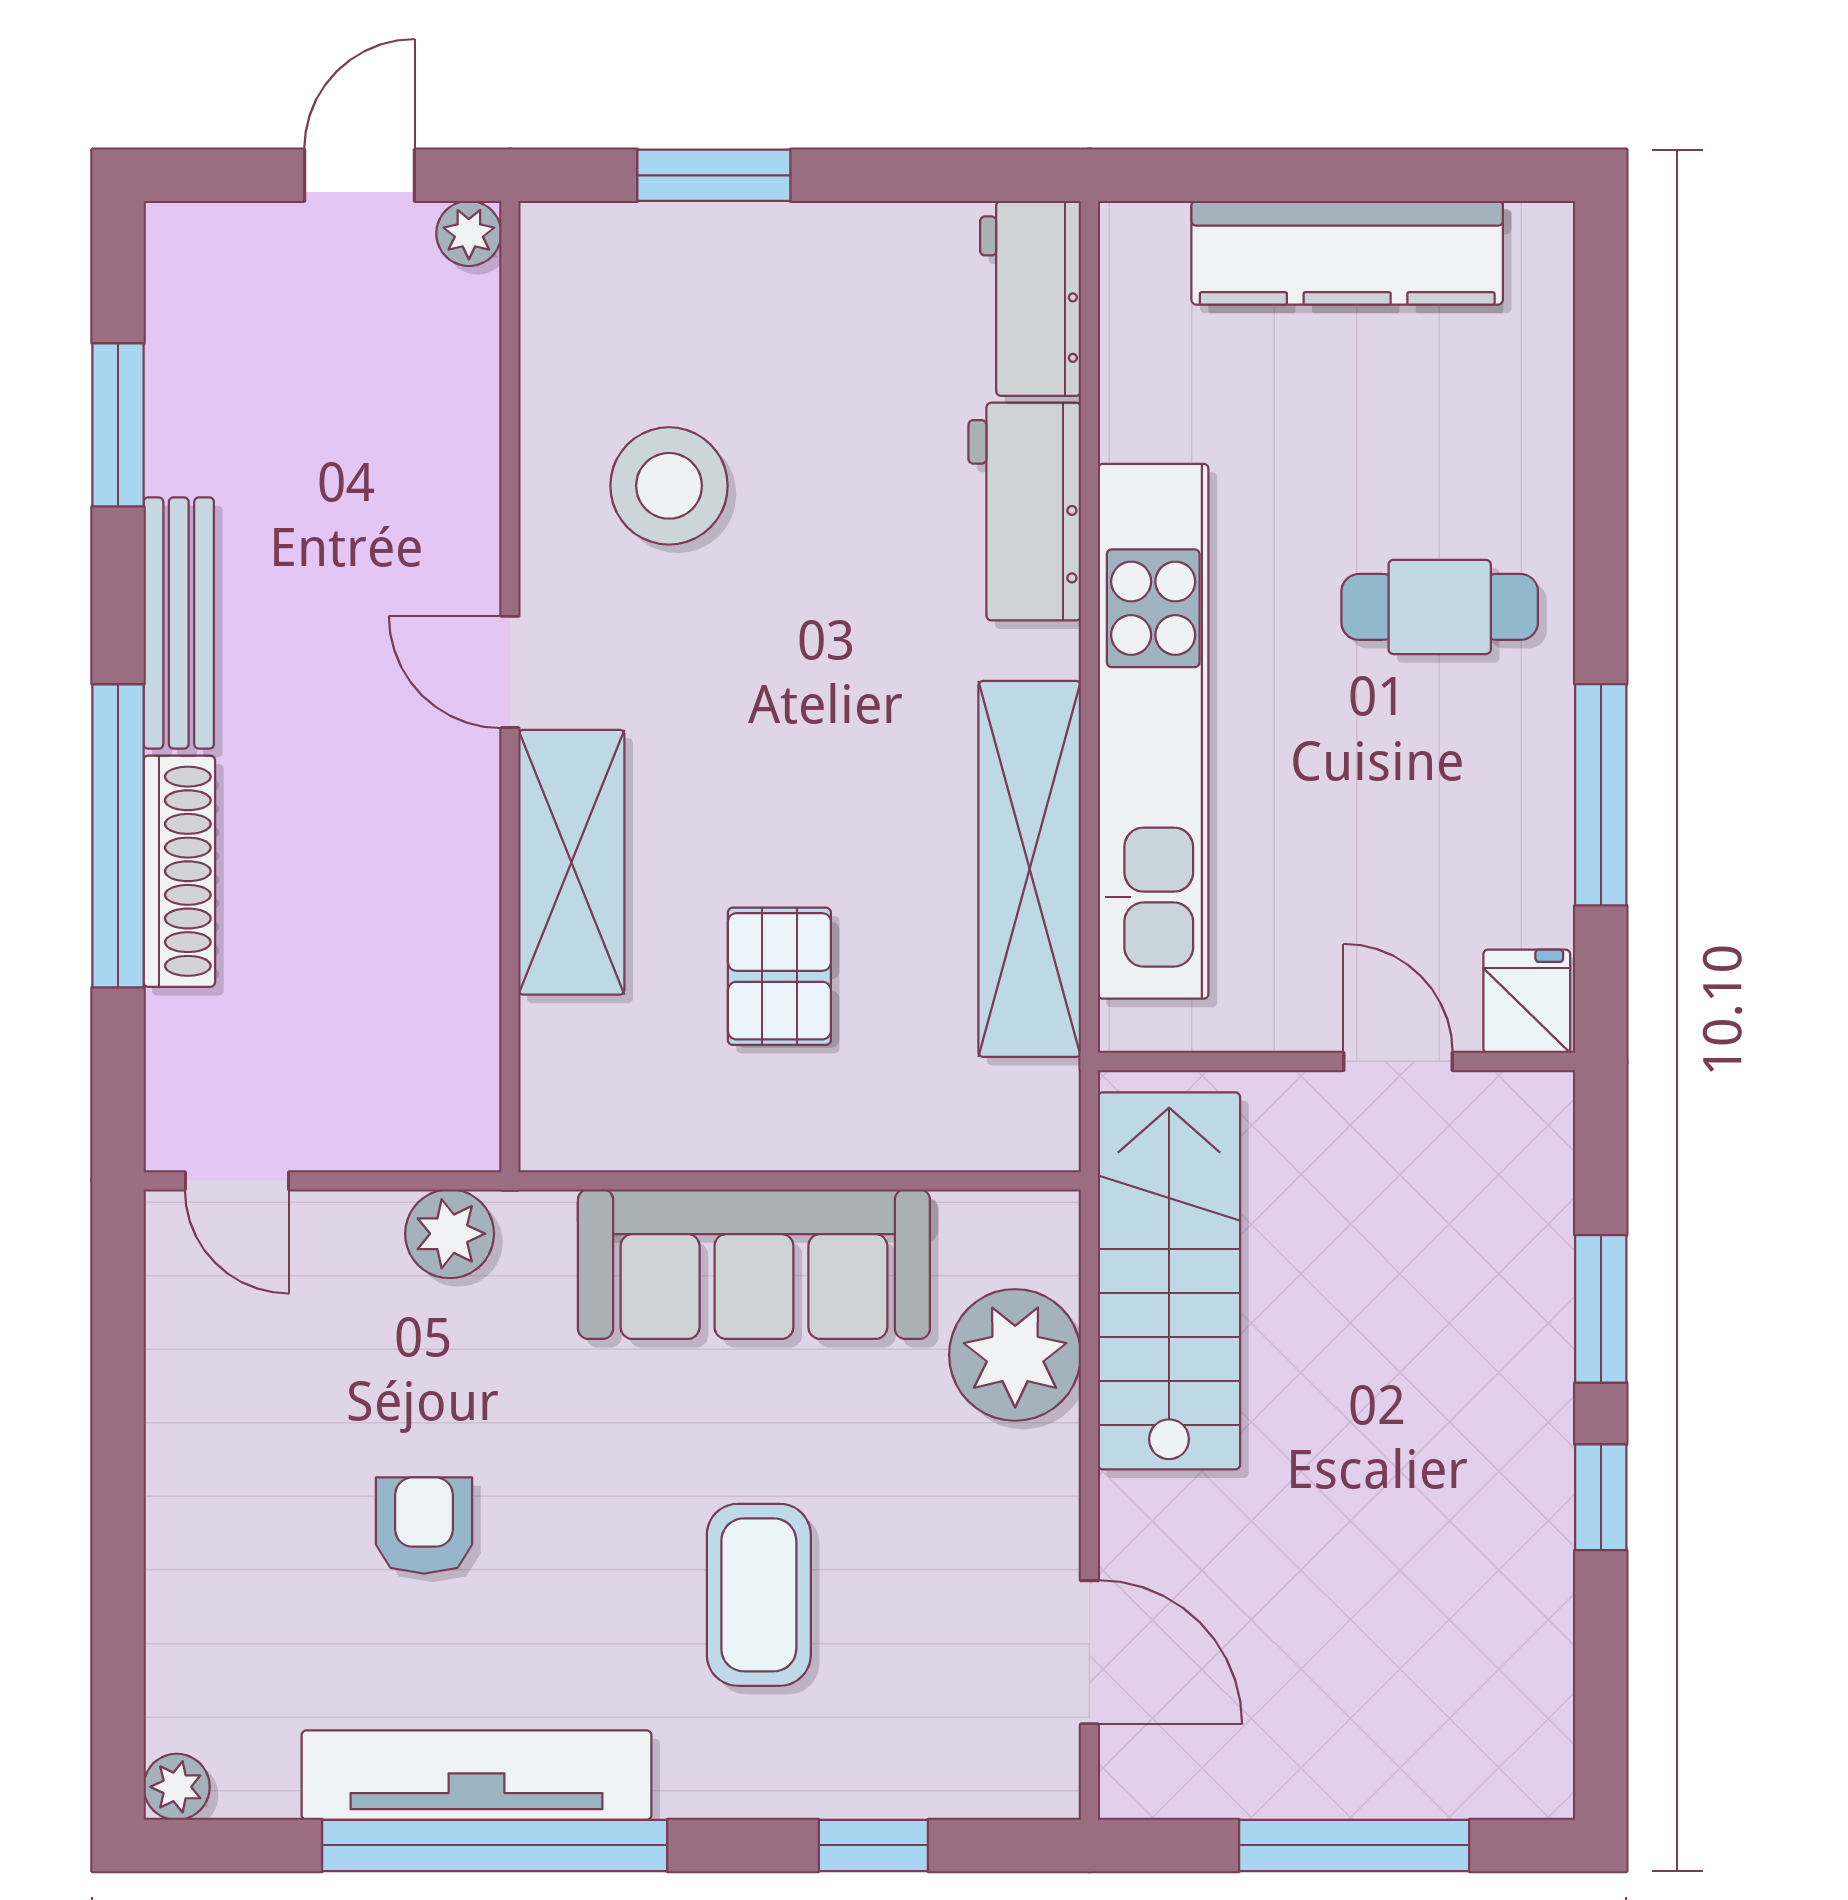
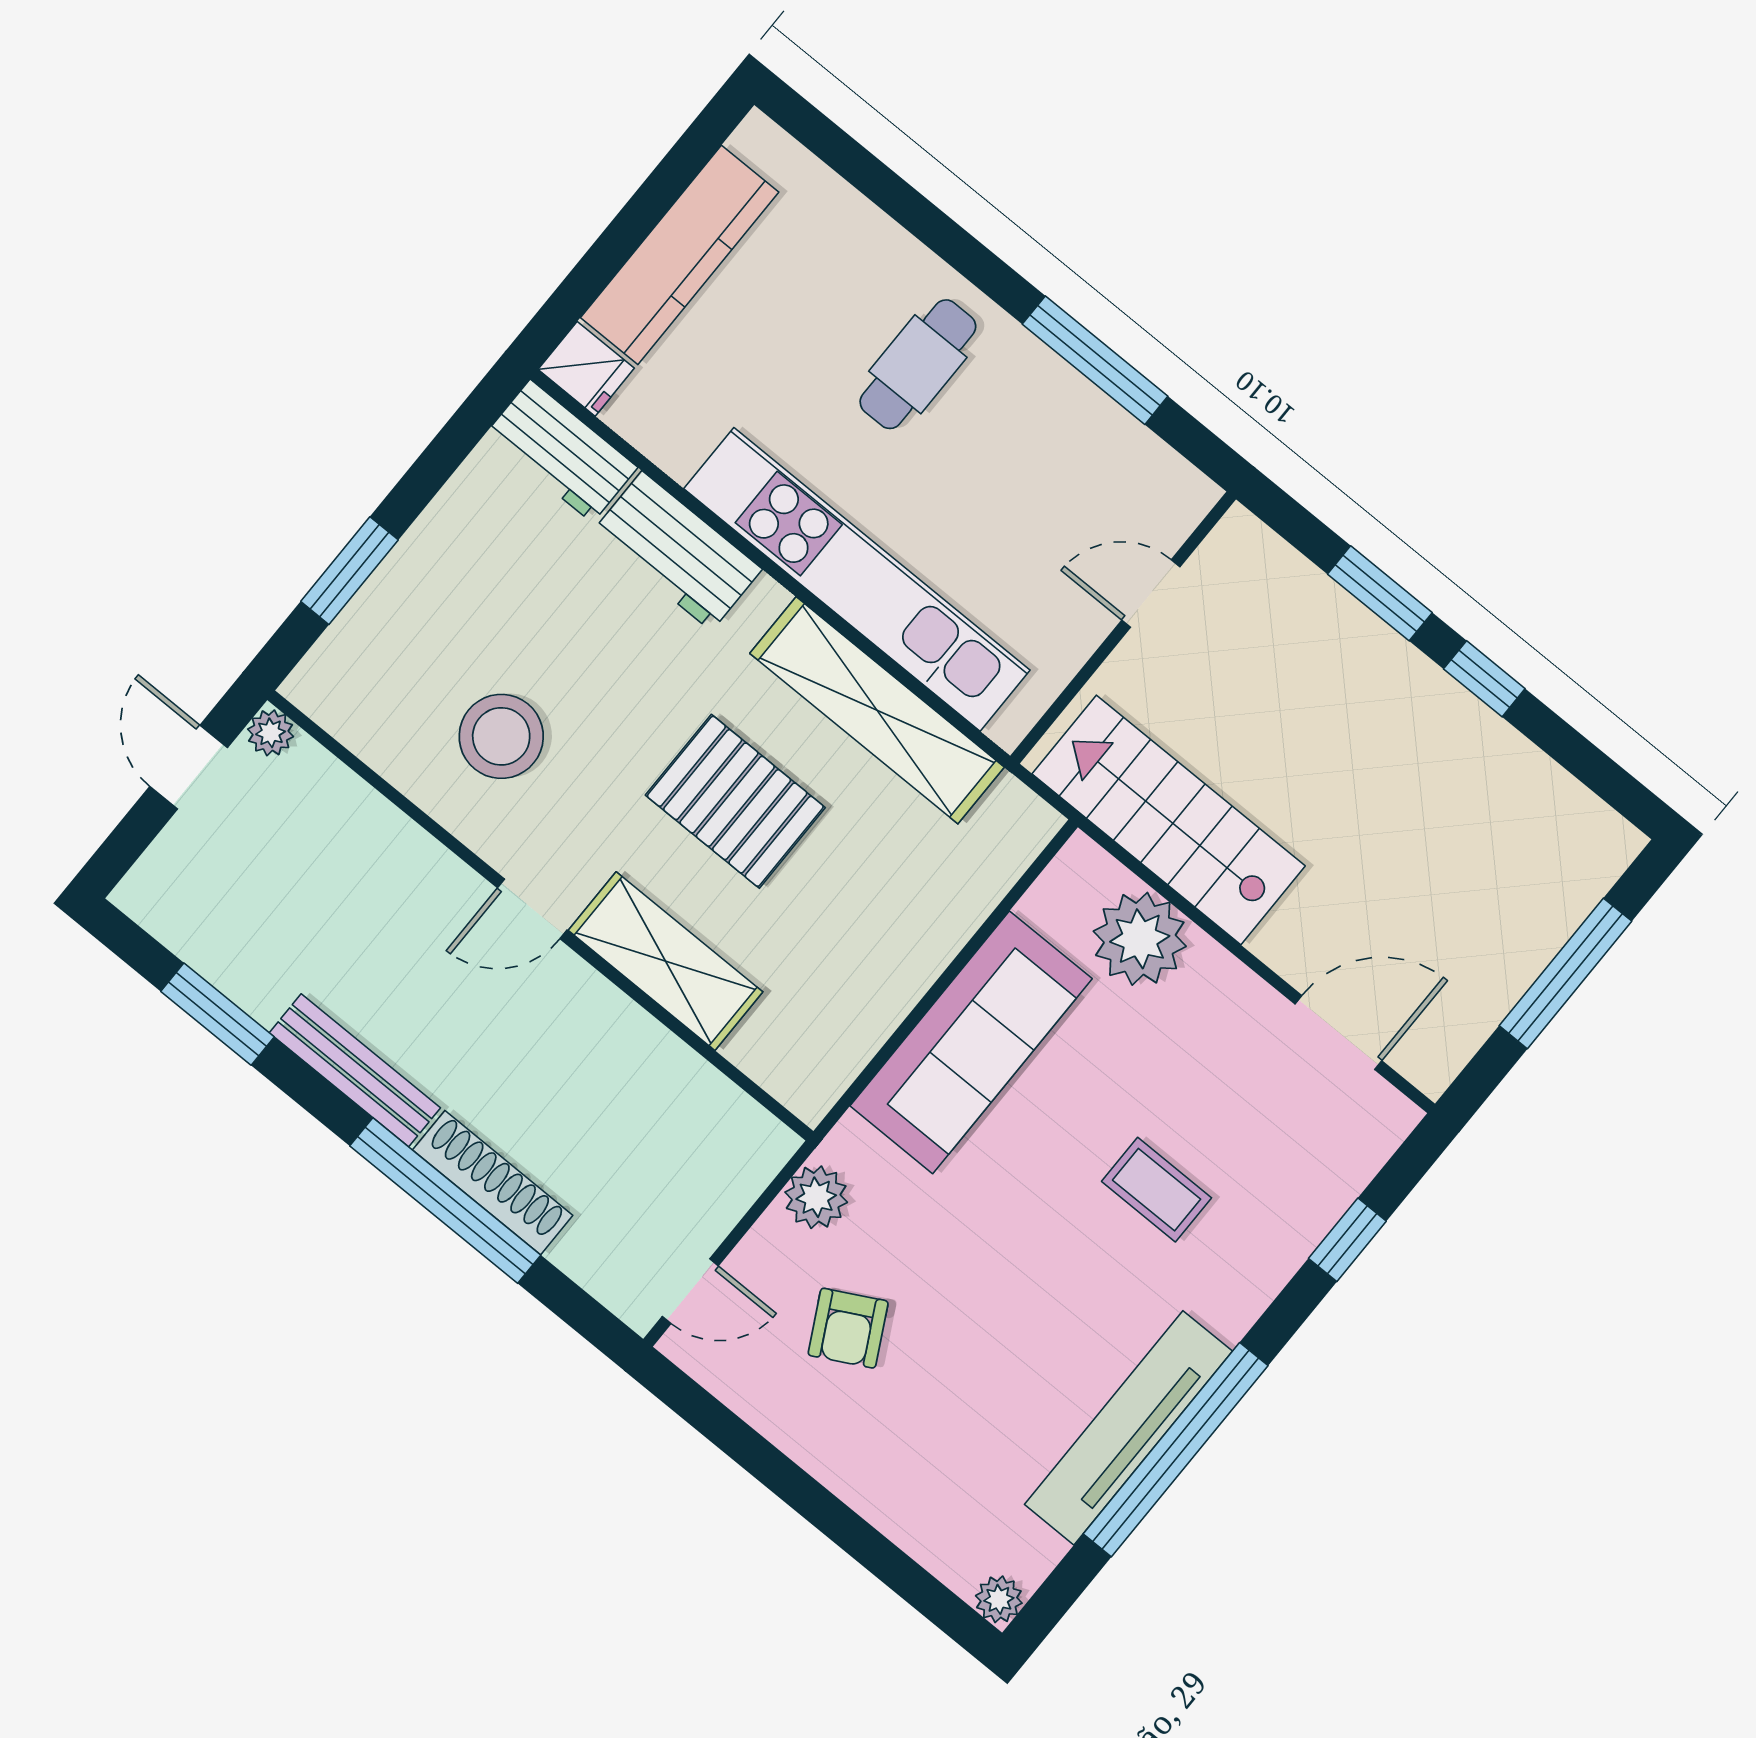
pallet: (779, 976) -> (735, 801), moved, width x1.50, depth x1.42
fridge: (1527, 1001) -> (586, 369), moved, turned 180
armchair: (424, 1526) -> (848, 1328), moved, turned -118
coffee table: (759, 1595) -> (1157, 1190), width x0.73, depth x0.77

